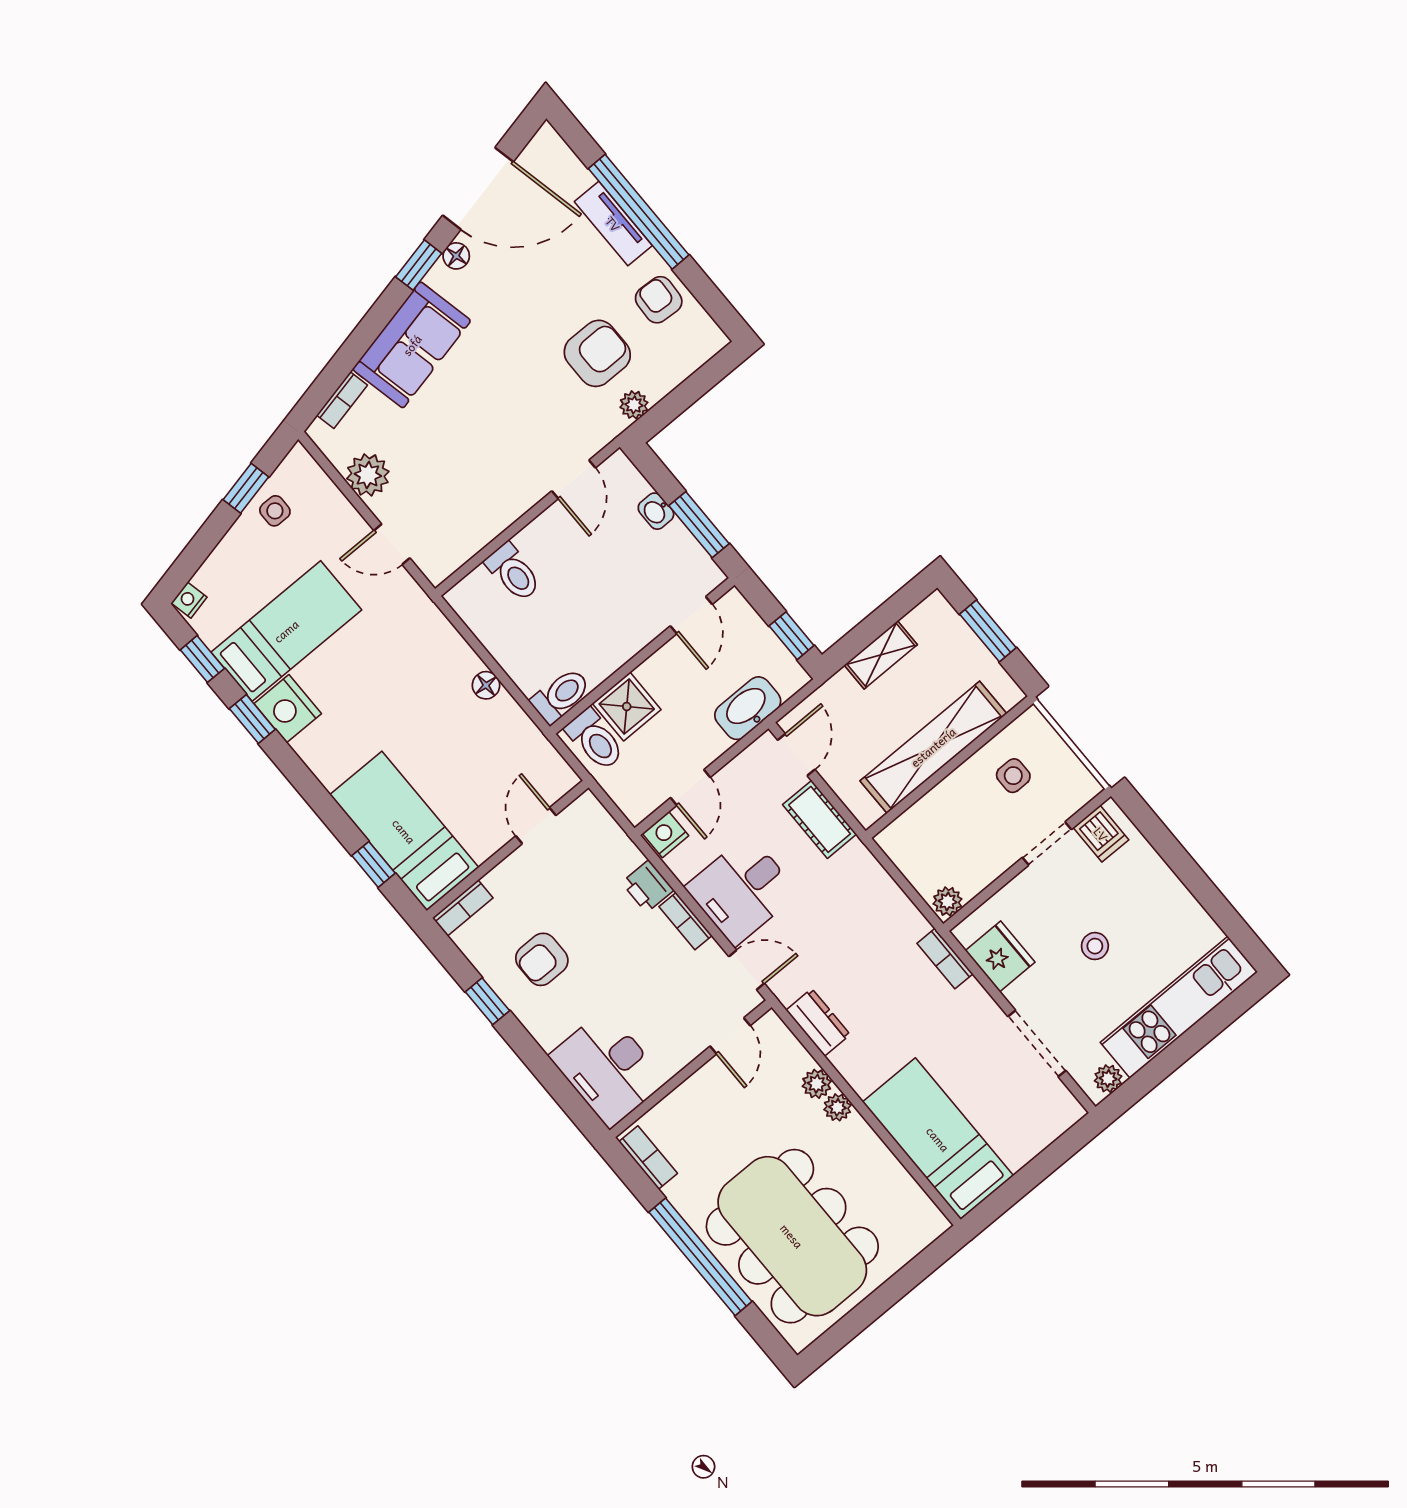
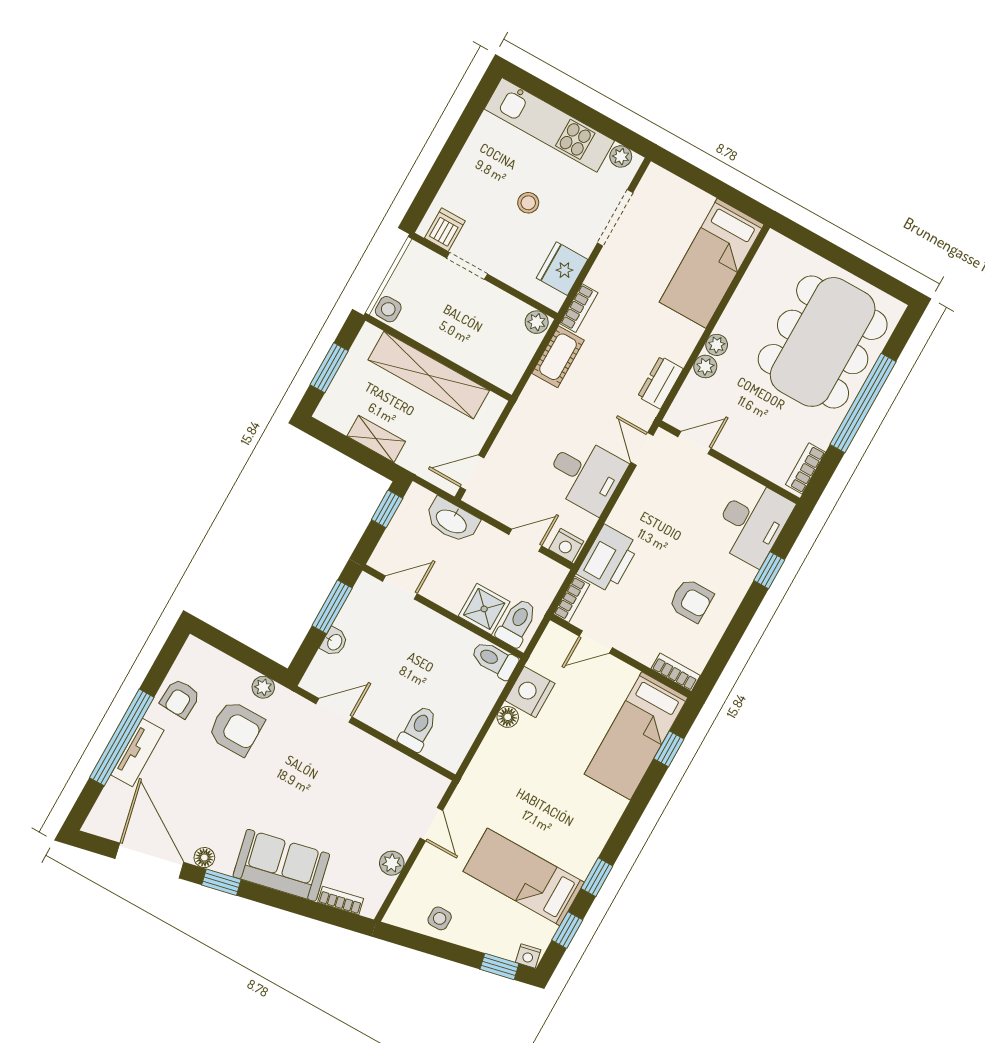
armchair: (597, 353) -> (236, 728), turned 180
plant: (368, 475) -> (392, 863), width x0.73, depth x0.73
window: (246, 488) -> (499, 966), moved
nightstand: (288, 709) -> (530, 692), moved, turned 180
side table: (1013, 776) -> (388, 309), moved
cot: (820, 819) -> (558, 357), moved
printer: (648, 886) -> (608, 559), width x1.87, depth x1.48
bookcase: (686, 921) -> (572, 599), moved
window: (487, 1001) -> (769, 570), moved

